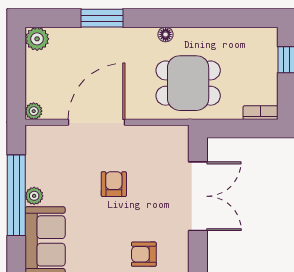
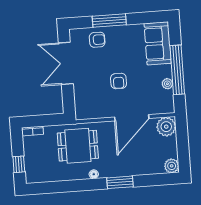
window: (102, 18) -> (120, 182), moved
plant: (34, 111) -> (166, 127), width x1.88, depth x1.88
plant: (34, 196) -> (167, 84), moved
double door: (198, 196) -> (66, 63), moved

